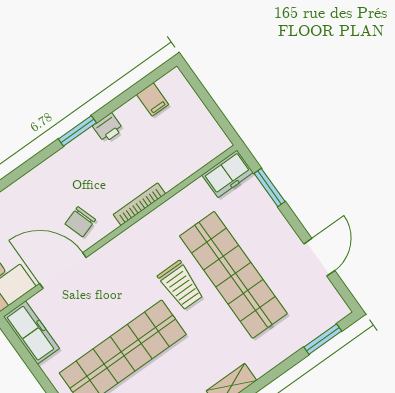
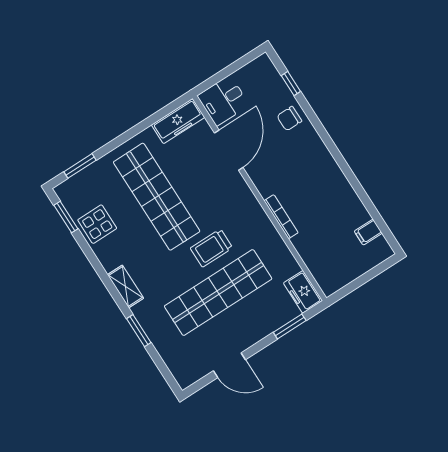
printer: (108, 128) -> (346, 194), removed
window: (77, 131) -> (345, 168), removed
chair: (80, 222) -> (289, 119), moved, turned -72
window: (323, 339) -> (139, 331), moved

